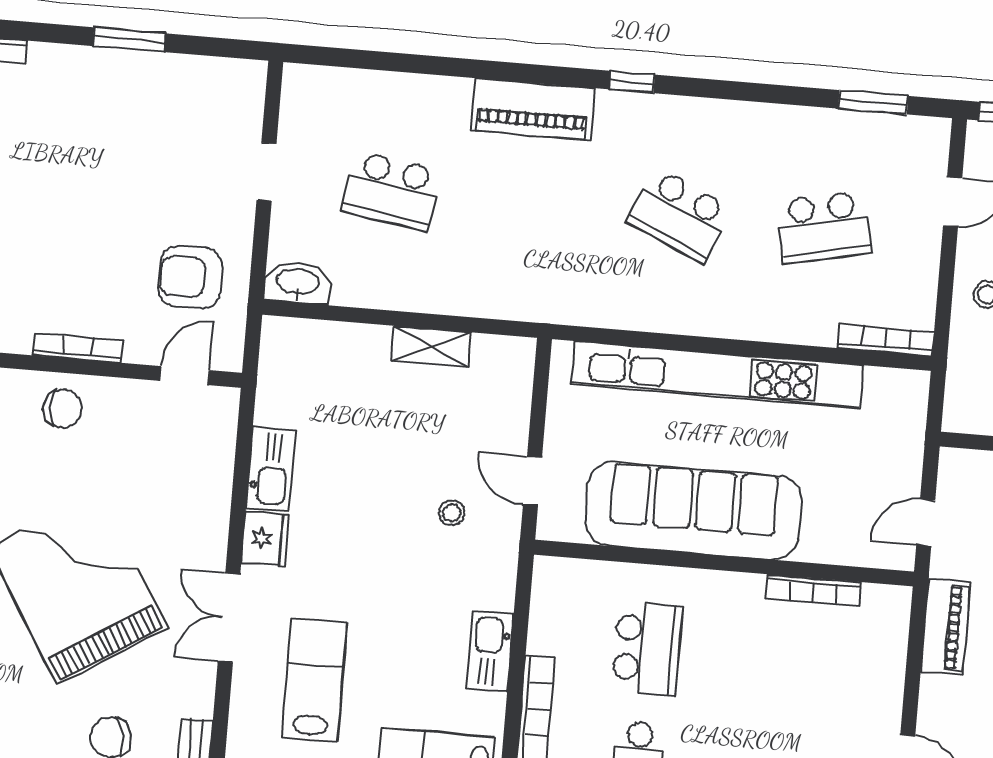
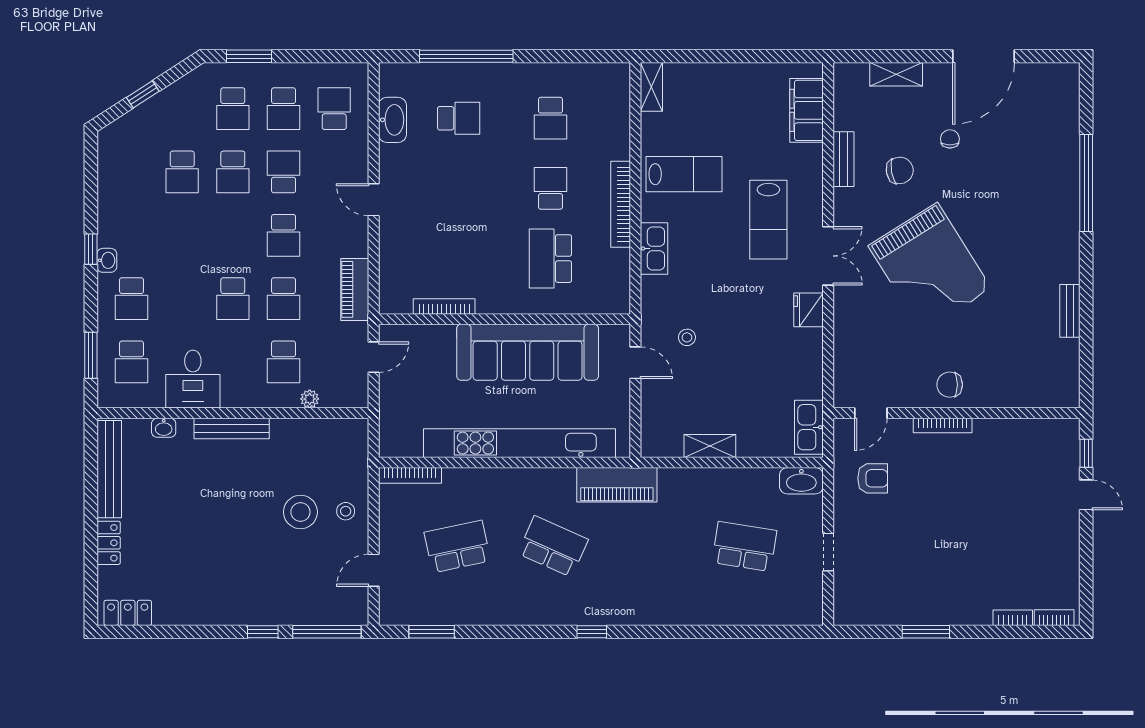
piano: (532, 109) -> (617, 485), moved, turned 180
armchair: (190, 277) -> (873, 478), width x0.72, depth x0.72
kitchen sink: (271, 469) -> (809, 427), moved

